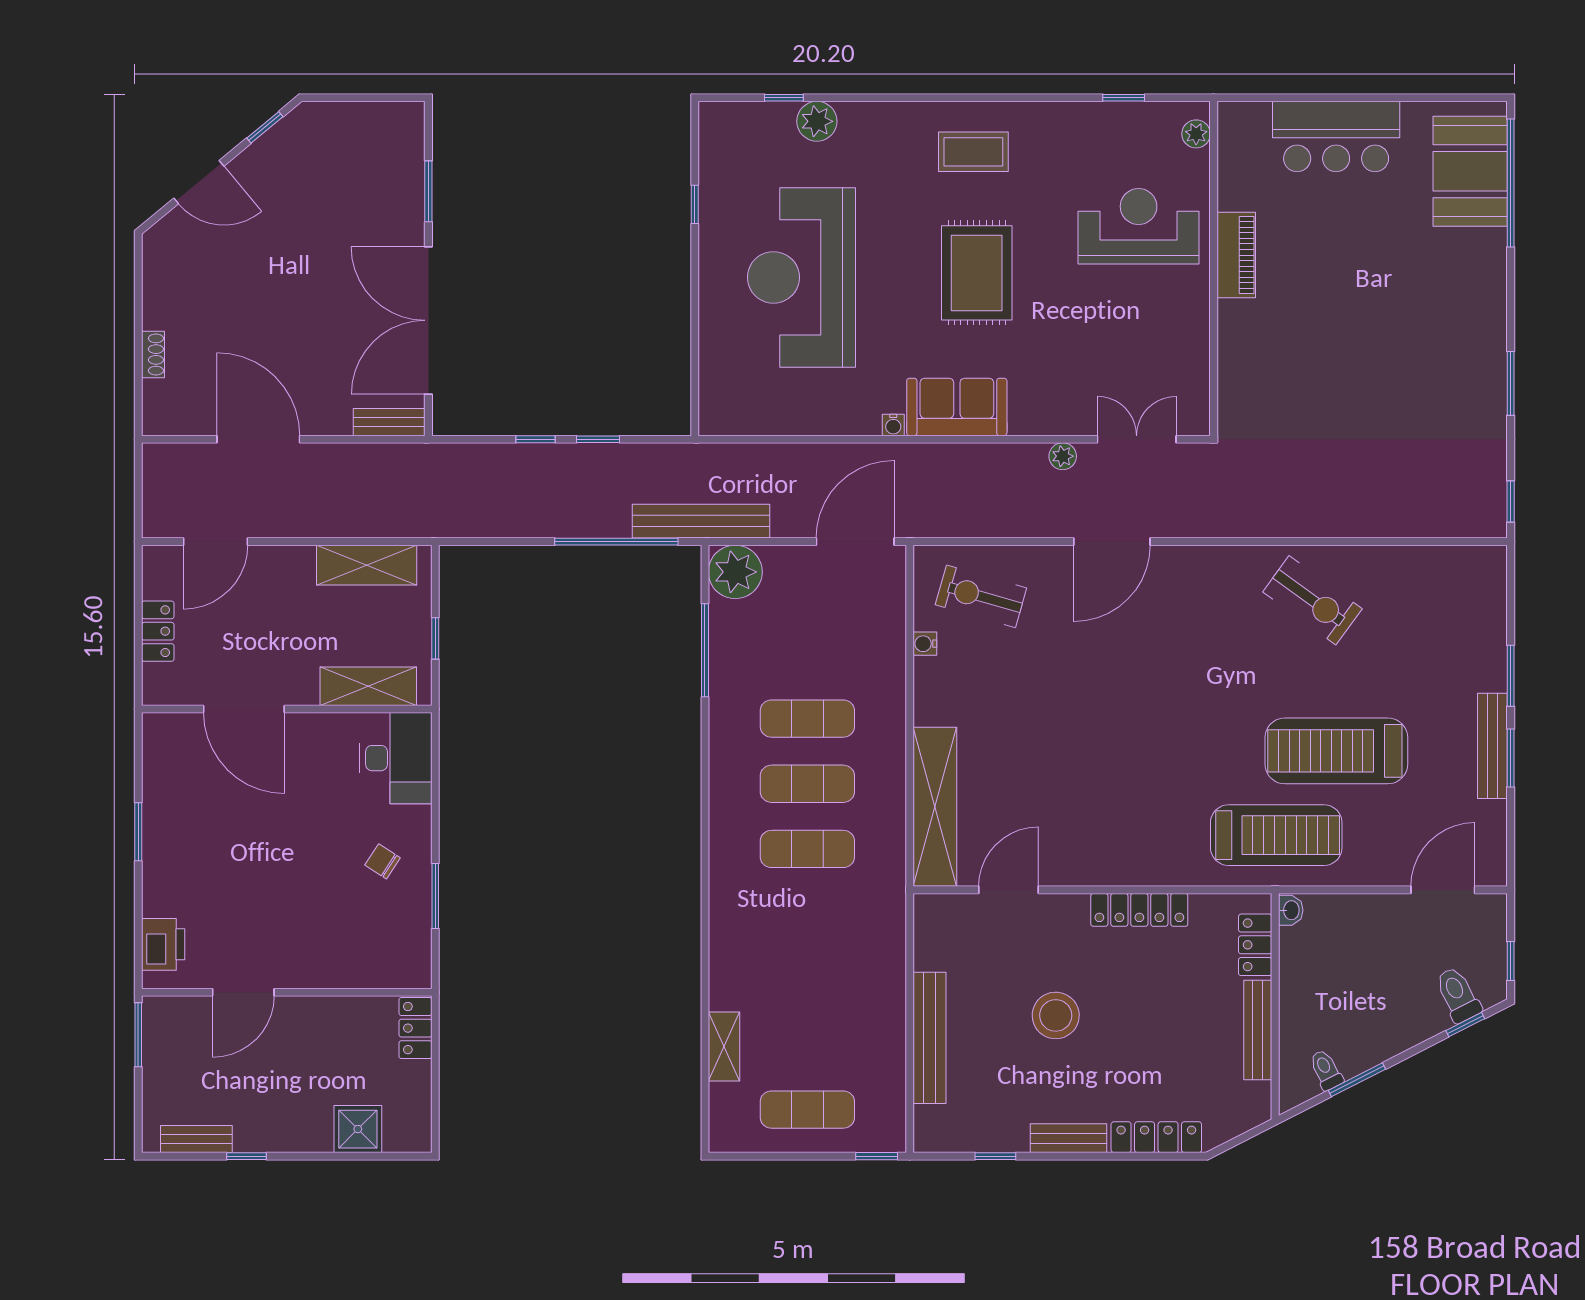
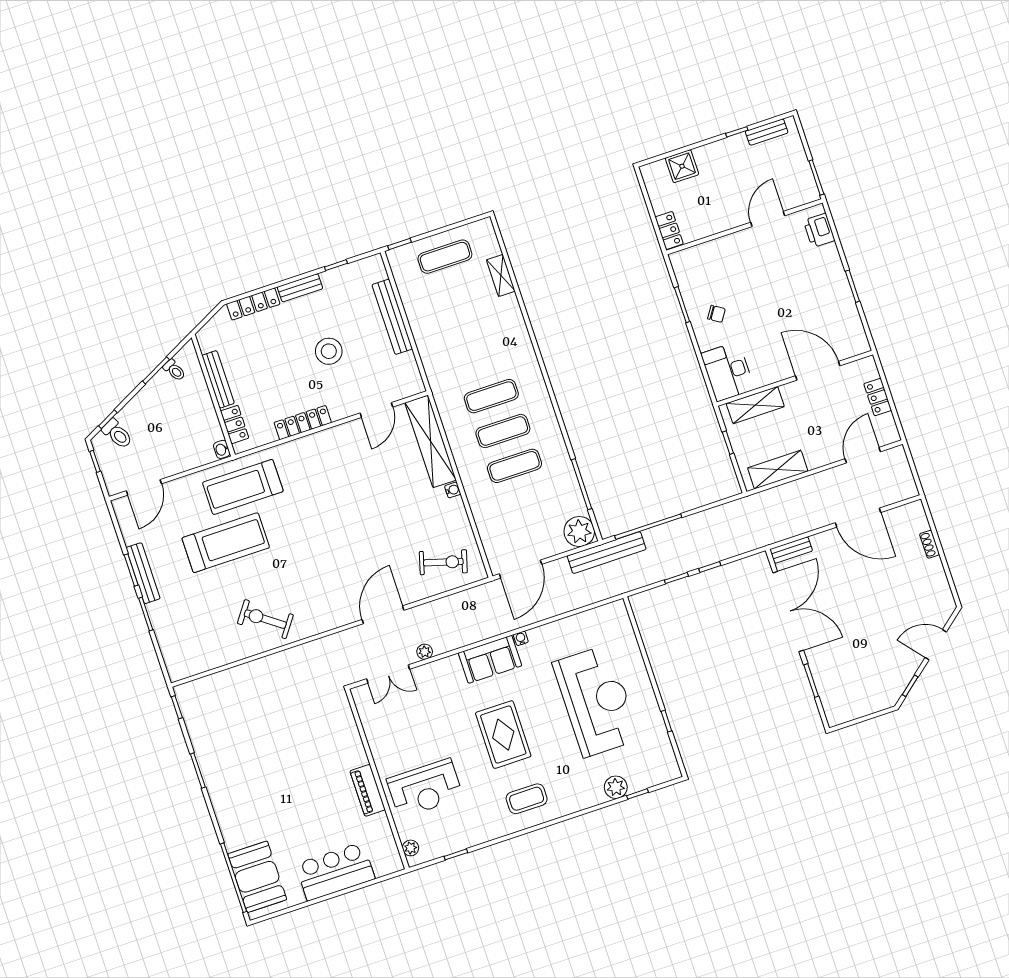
water cooler: (925, 644) -> (453, 490), moved

